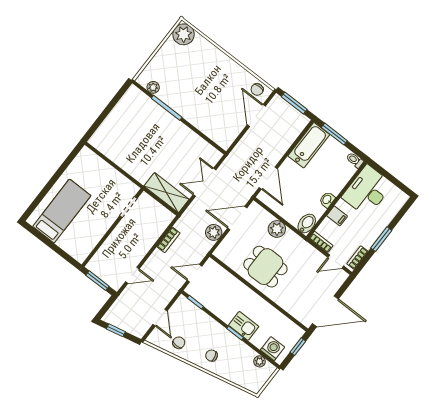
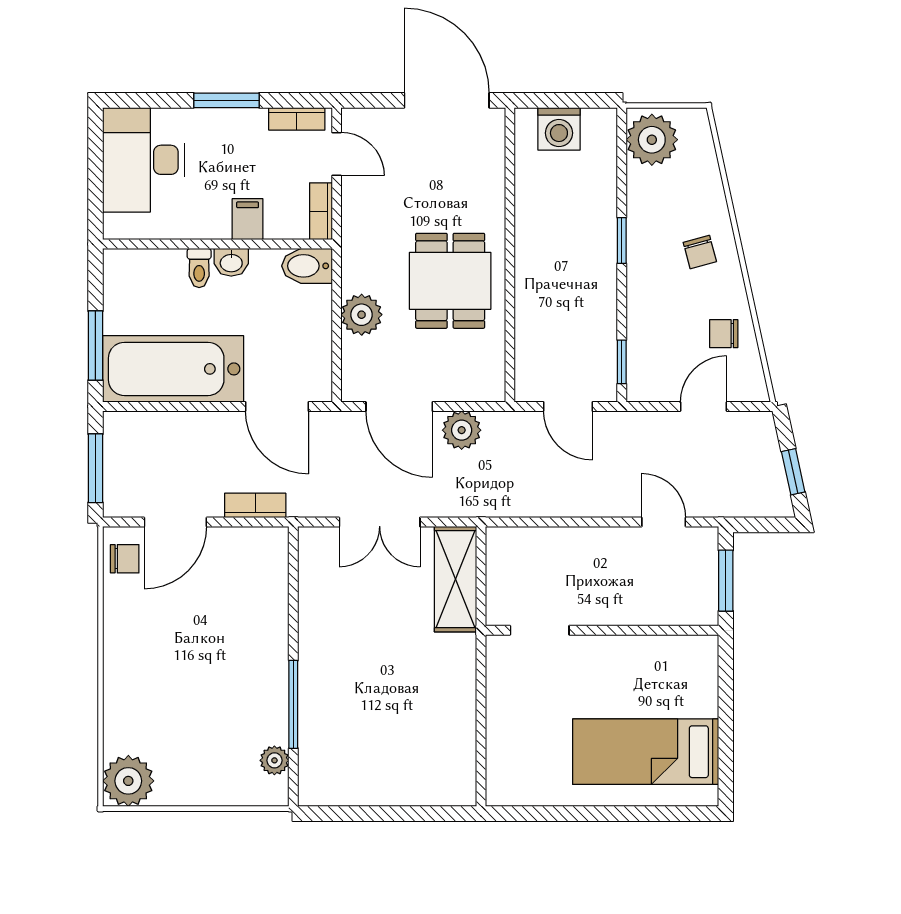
bathtub: (309, 145) -> (173, 369), width x1.36, depth x1.36
toilet: (355, 160) -> (199, 268), moved
door: (268, 178) -> (277, 406), swing flipped
desk: (367, 191) -> (144, 160), moved, turned 90
bookcase: (168, 240) -> (255, 505), moved
kitchen sink: (244, 326) -> (596, 235), removed
window: (298, 347) -> (555, 100), removed
washing machine: (272, 349) -> (559, 129), moved, turned -90
plant: (260, 361) -> (652, 140), width x1.88, depth x1.88

